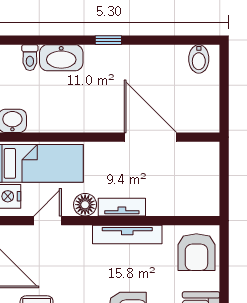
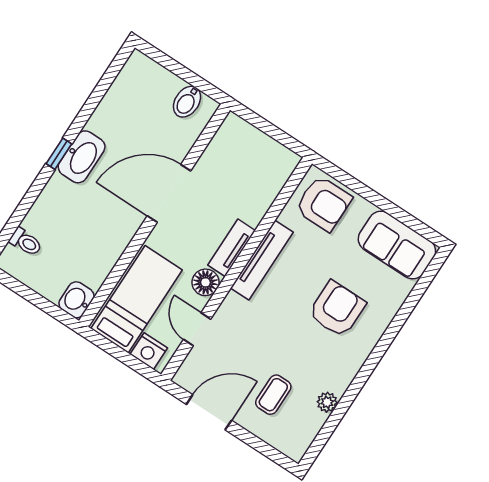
washbasin: (61, 58) -> (82, 157), moved
bidet: (199, 59) -> (187, 102), moved, turned 90
door: (150, 137) -> (169, 193), moved

